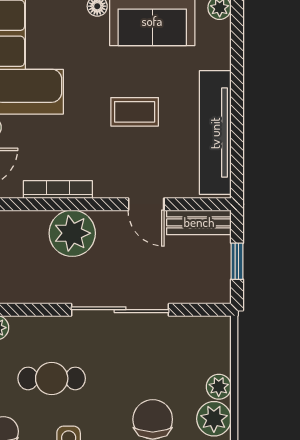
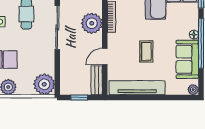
sliding door: (120, 310) -> (57, 27), moved
plant: (219, 387) -> (44, 84), moved, width x1.88, depth x1.88

